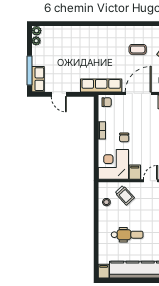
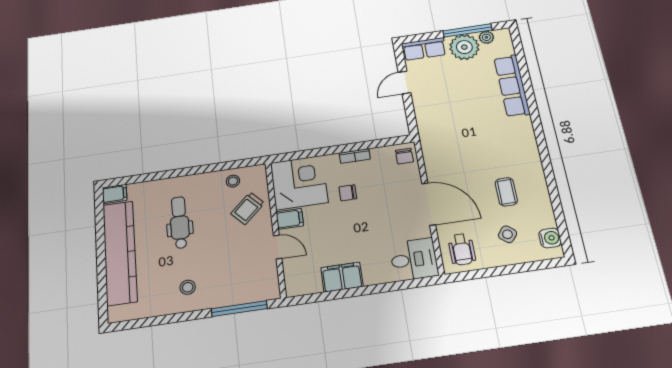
plant: (37, 31) -> (464, 47), moved, width x1.88, depth x1.88
window: (29, 70) -> (467, 30), moved
row of seats: (101, 85) -> (512, 86), moved, turned 180
dental chair: (127, 235) -> (180, 222), turned 180

